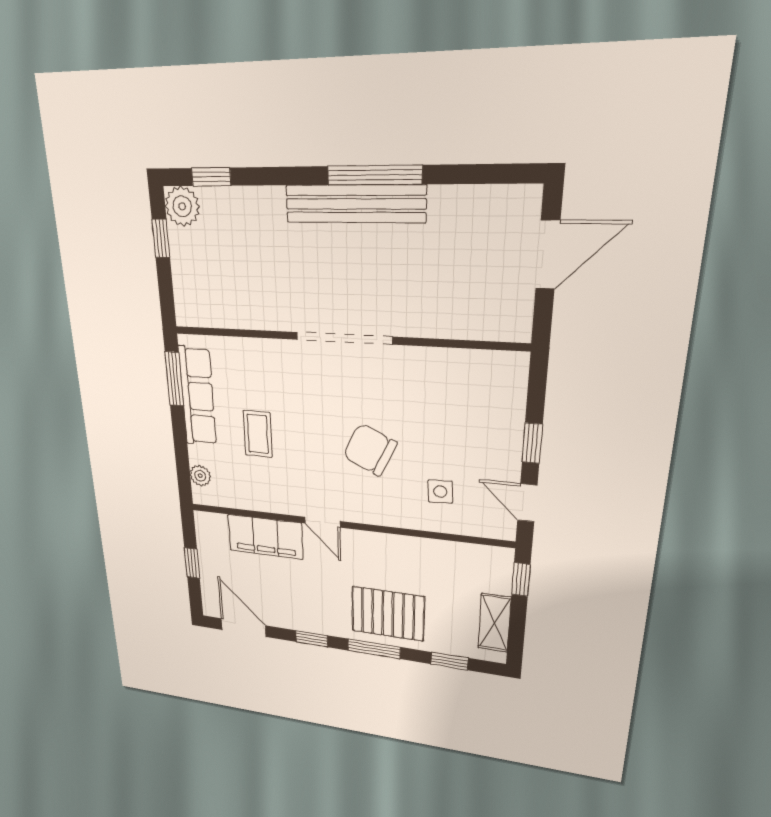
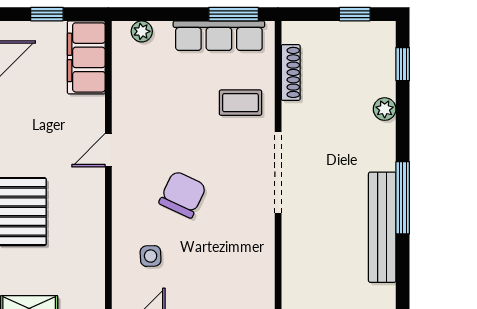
bench: (355, 204) -> (382, 227), moved
plant: (182, 206) -> (385, 109), moved, width x0.73, depth x0.73
shoe rack: (230, 318) -> (291, 72), added
coffee table: (258, 434) -> (240, 103), moved
filing cabinet: (265, 537) -> (86, 57), moved

